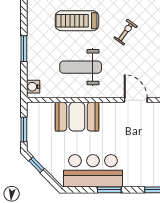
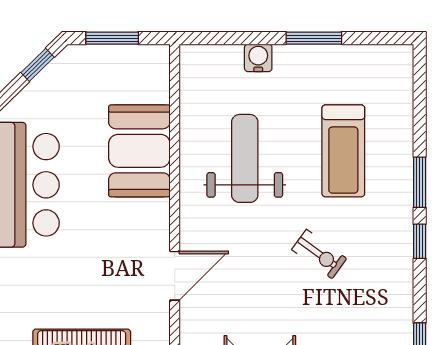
treadmill: (77, 21) -> (343, 151), turned 180
window: (24, 49) -> (314, 38), moved
water cooler: (33, 87) -> (258, 58), moved

